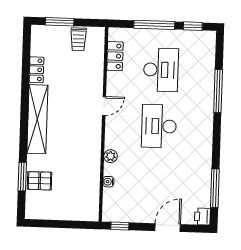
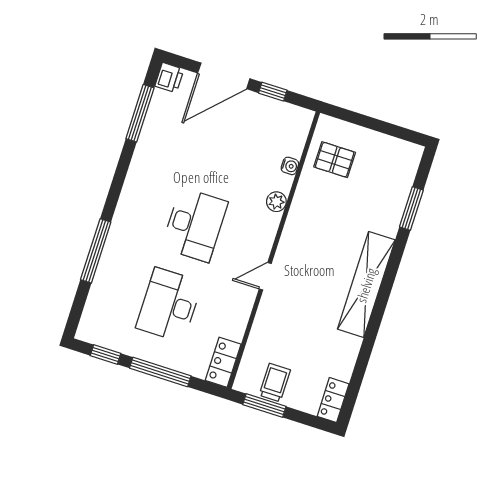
window: (60, 22) -> (264, 405), moved
locker: (115, 56) -> (223, 362), moved
locker: (36, 70) -> (333, 400), moved
pallet: (40, 181) -> (335, 160), moved
window: (120, 226) -> (273, 92), moved
door: (168, 228) -> (224, 76), width x1.36

